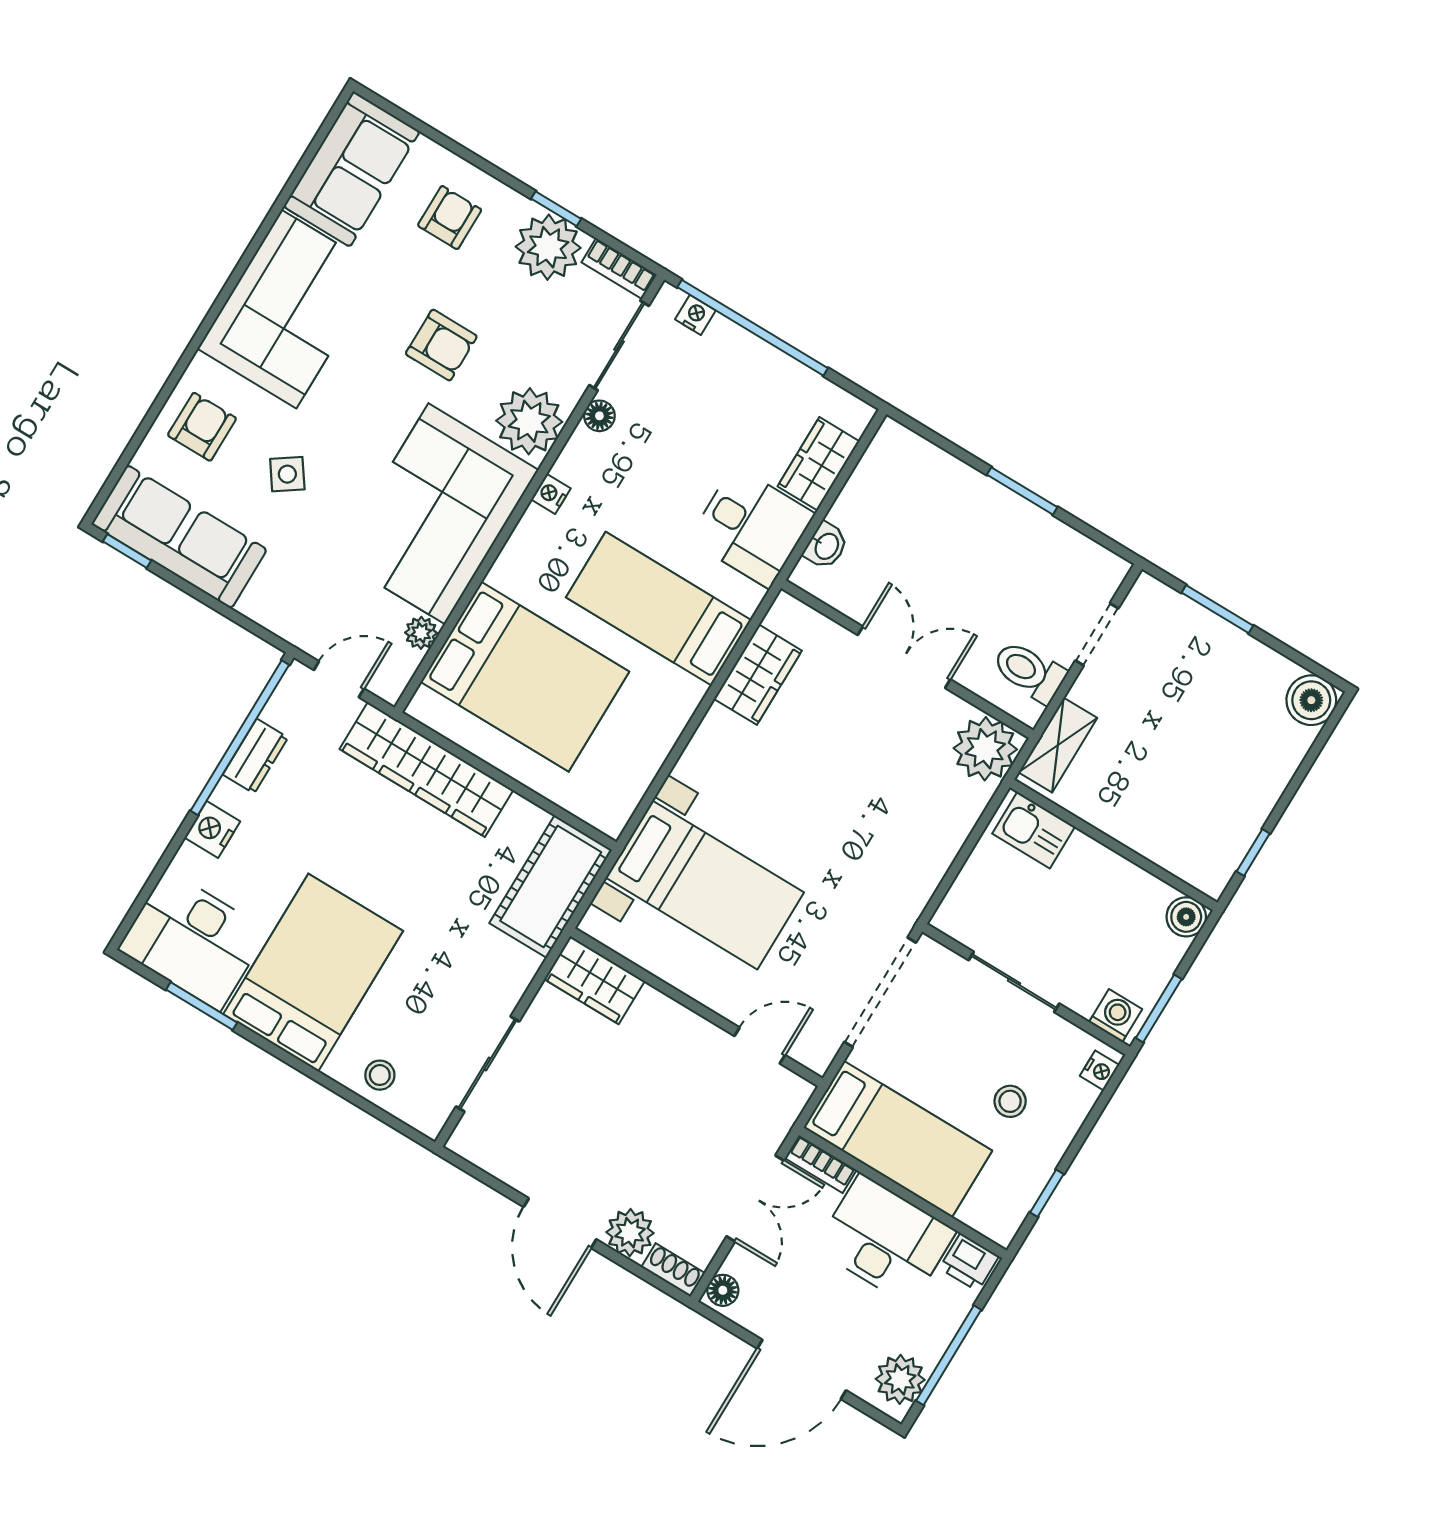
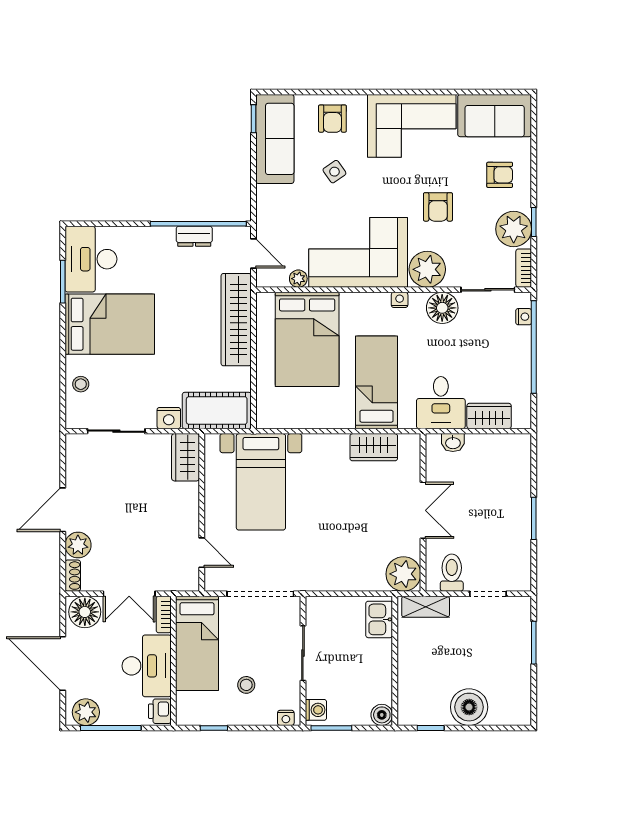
floor lamp: (599, 416) -> (442, 308), width x1.89, depth x1.89
armchair: (202, 427) -> (332, 119), turned 90
boiler: (1311, 700) -> (469, 707), moved, width x1.37, depth x1.37
nightstand: (212, 829) -> (169, 418), moved, turned 180
floor lamp: (723, 1290) -> (85, 612), width x1.89, depth x1.89

